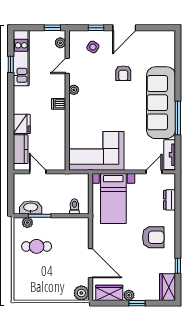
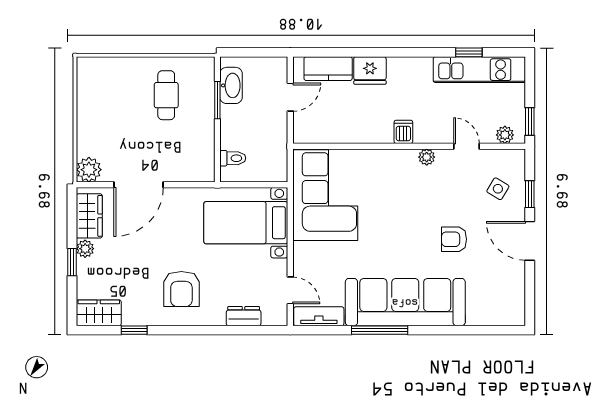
plant: (27, 223) -> (206, 80), removed

